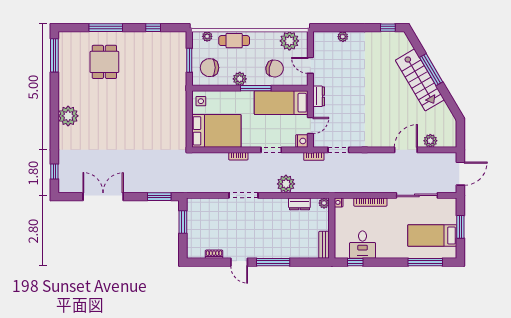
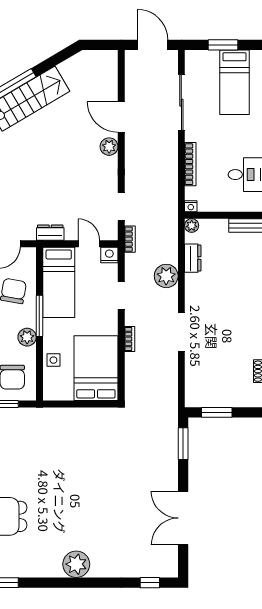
side table: (201, 101) -> (53, 360), moved
plant: (430, 141) -> (109, 147), moved

